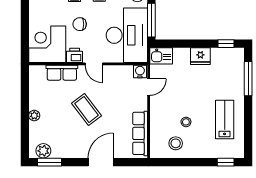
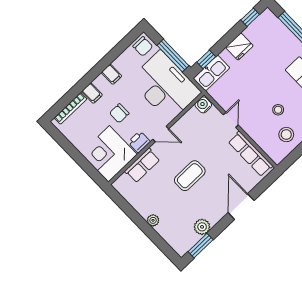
window: (171, 44) -> (206, 59), added
kitchen sink: (161, 56) -> (211, 73), width x1.38
door: (149, 87) -> (231, 120), moved
coffee table: (87, 109) -> (190, 176), turned -53
plant: (43, 151) -> (202, 227), moved

